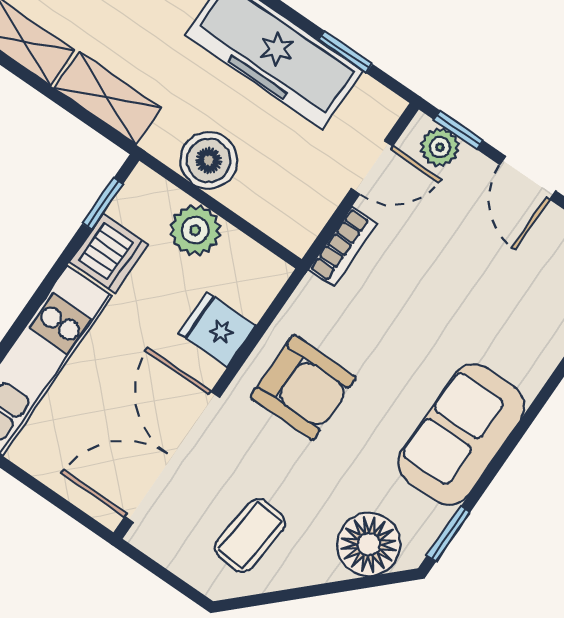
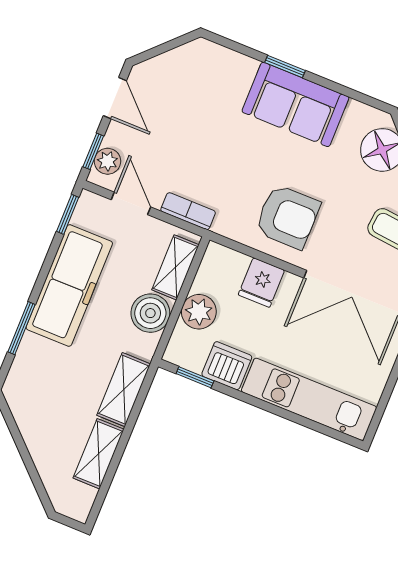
window: (345, 52) -> (68, 214), moved
door: (528, 178) -> (115, 98), hinge flipped
shelving: (266, 211) -> (175, 267), added
armchair: (303, 387) -> (287, 217), turned 90
window: (448, 534) -> (285, 67), moved

